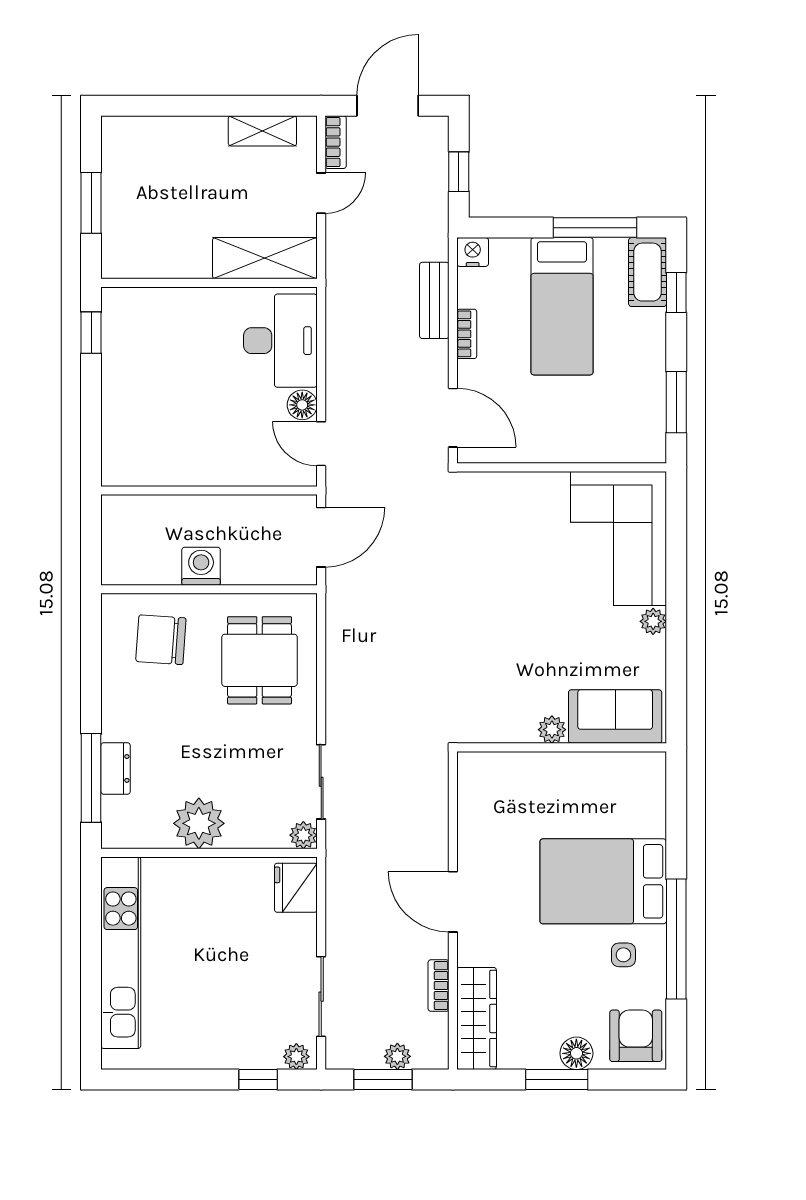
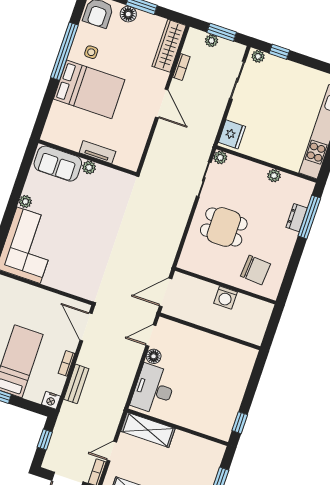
door: (321, 444) -> (151, 335), swing flipped
dining table: (260, 660) -> (224, 227), moved, turned 90
tv unit: (546, 765) -> (97, 152), added
plant: (199, 823) -> (274, 176), width x0.53, depth x0.53

